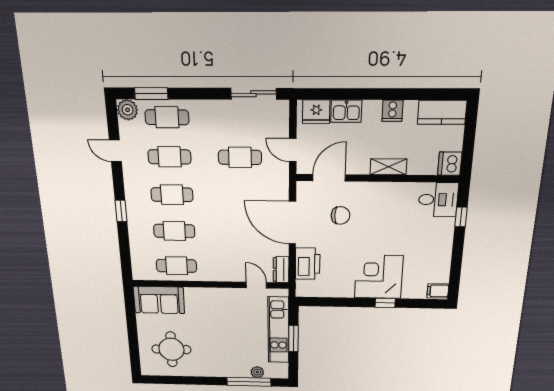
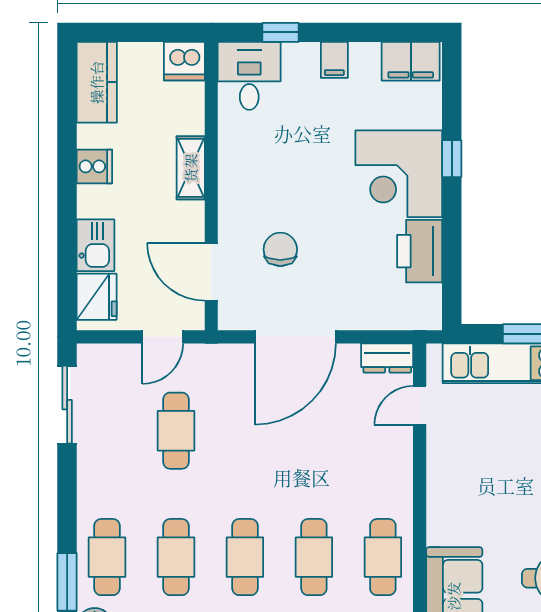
filing cabinet: (443, 245) -> (334, 60), added
printer: (308, 264) -> (420, 251), moved, turned -90
filing cabinet: (438, 291) -> (411, 61), width x2.00

